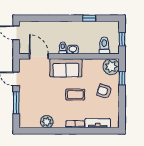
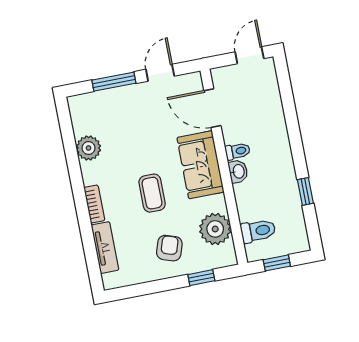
door: (39, 56) -> (212, 108), swing flipped
plant: (111, 67) -> (215, 229), moved

